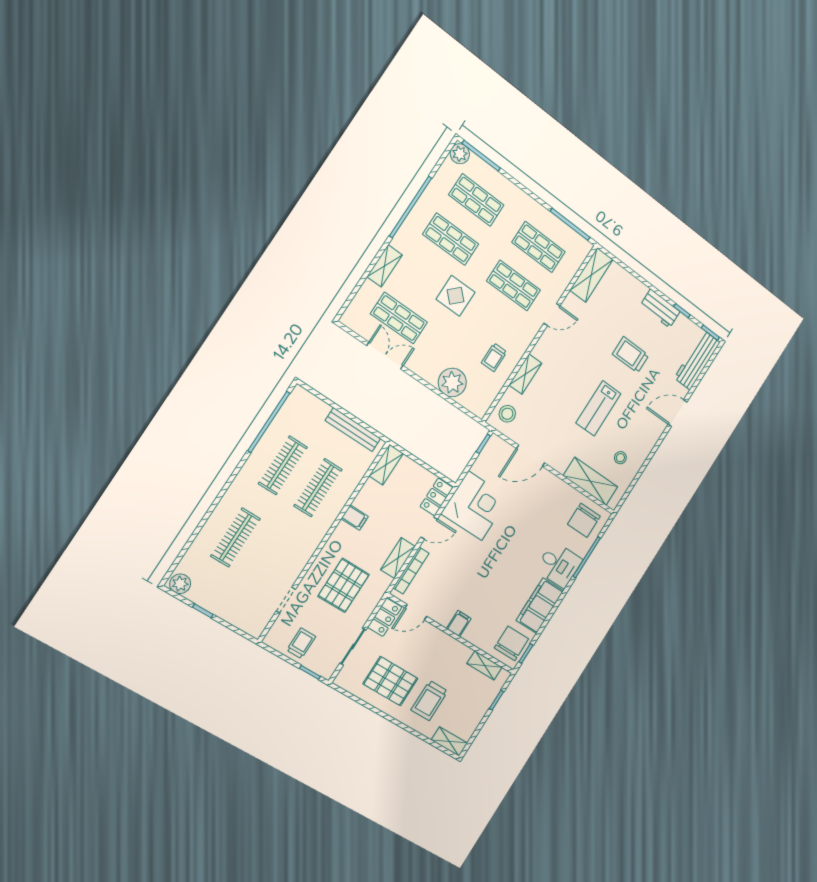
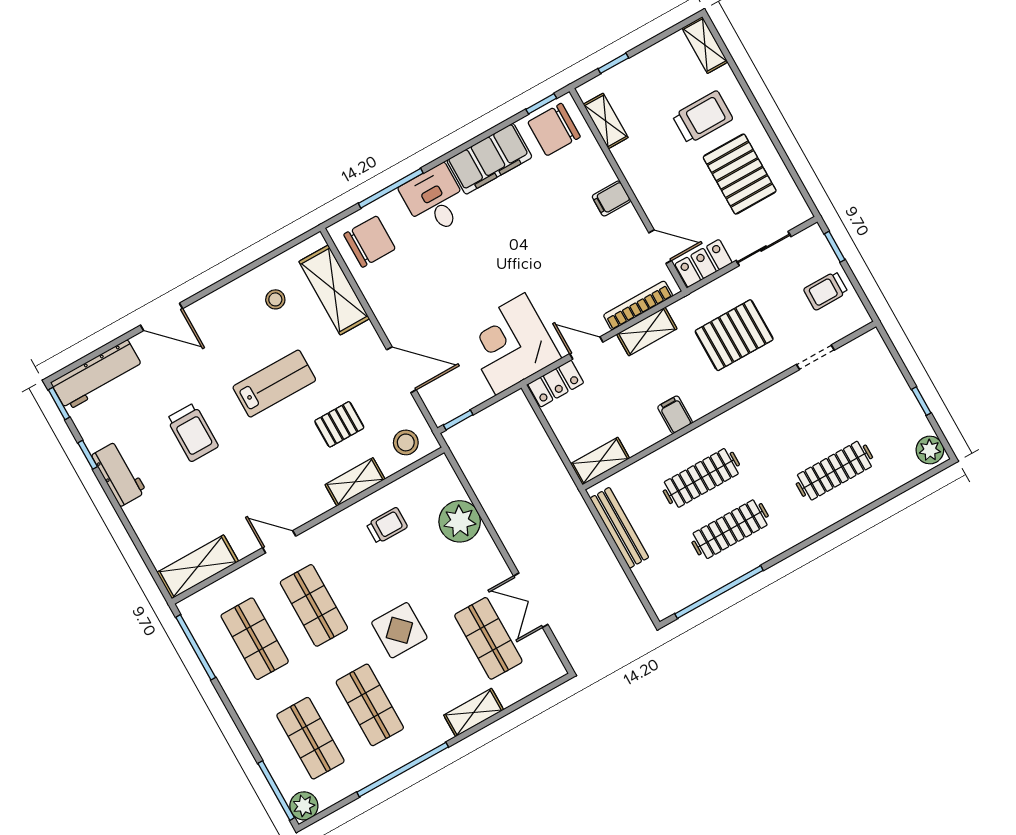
pallet: (551, 404) -> (339, 424), added

